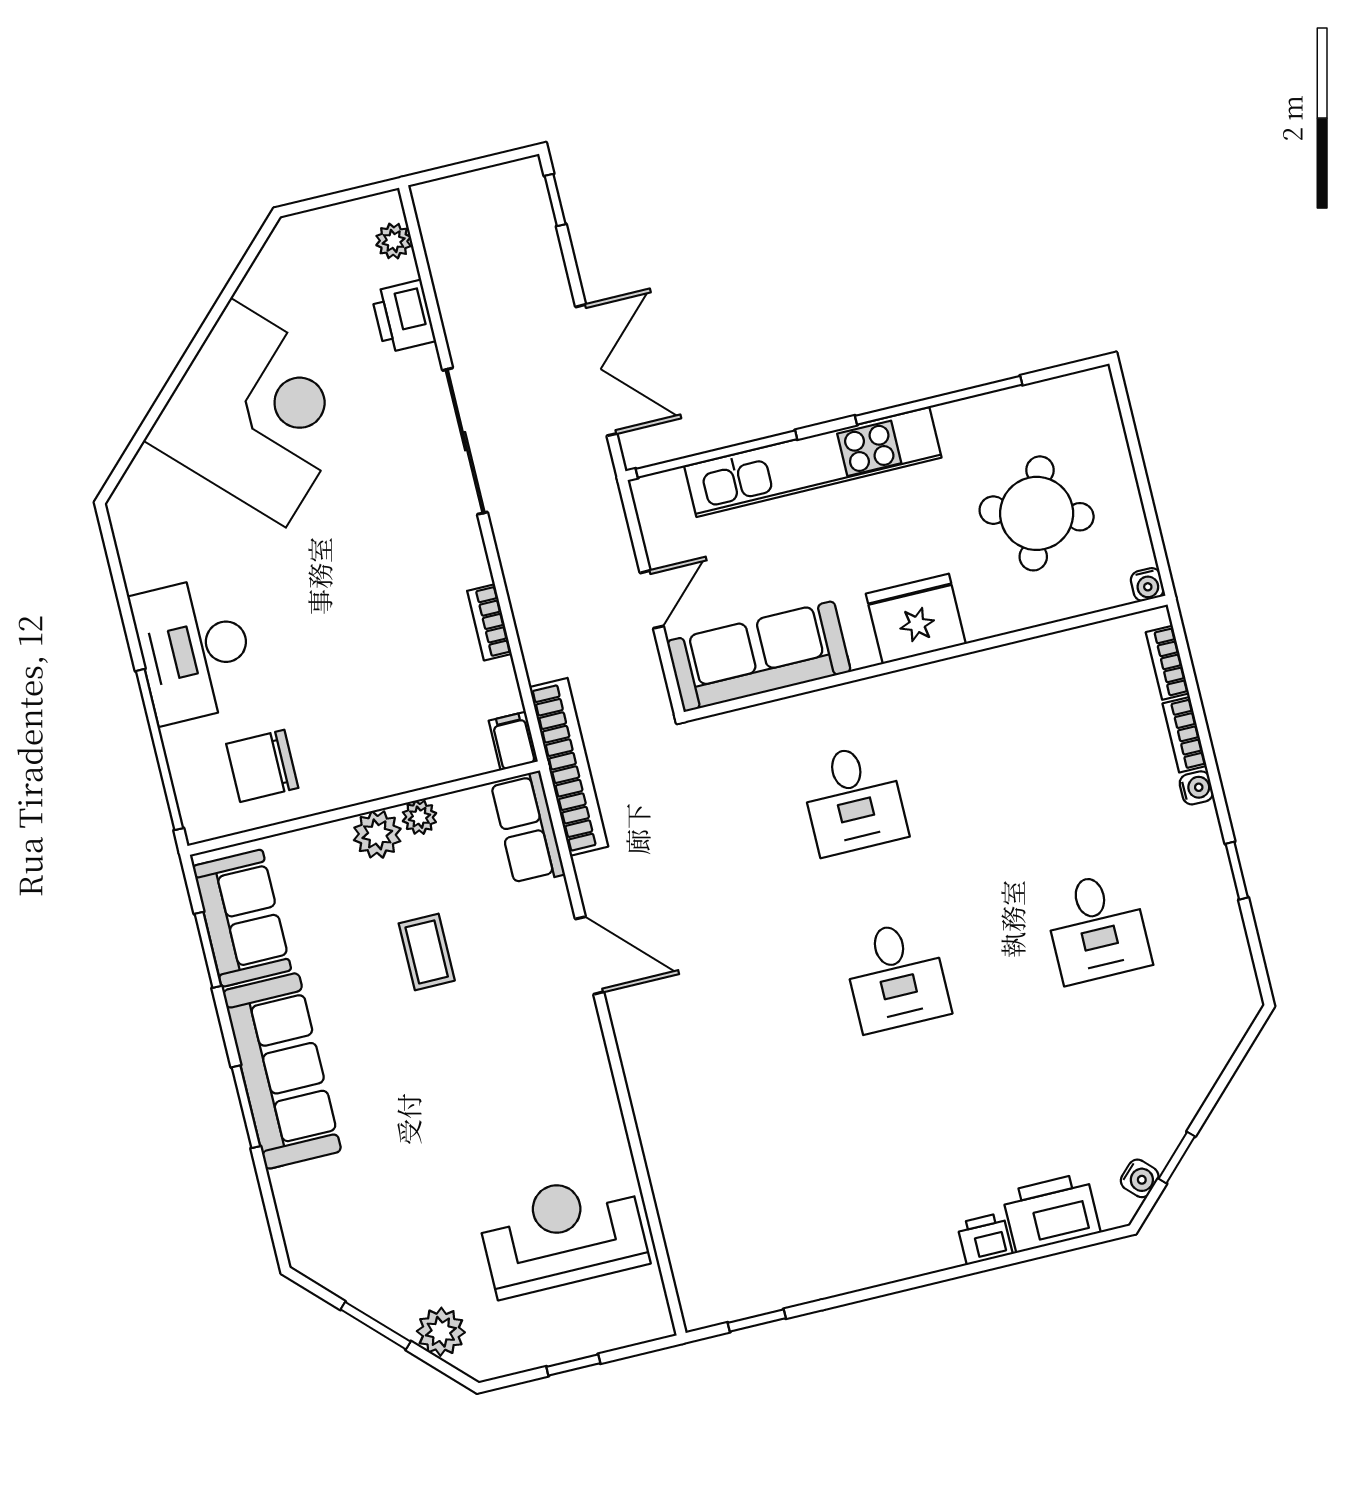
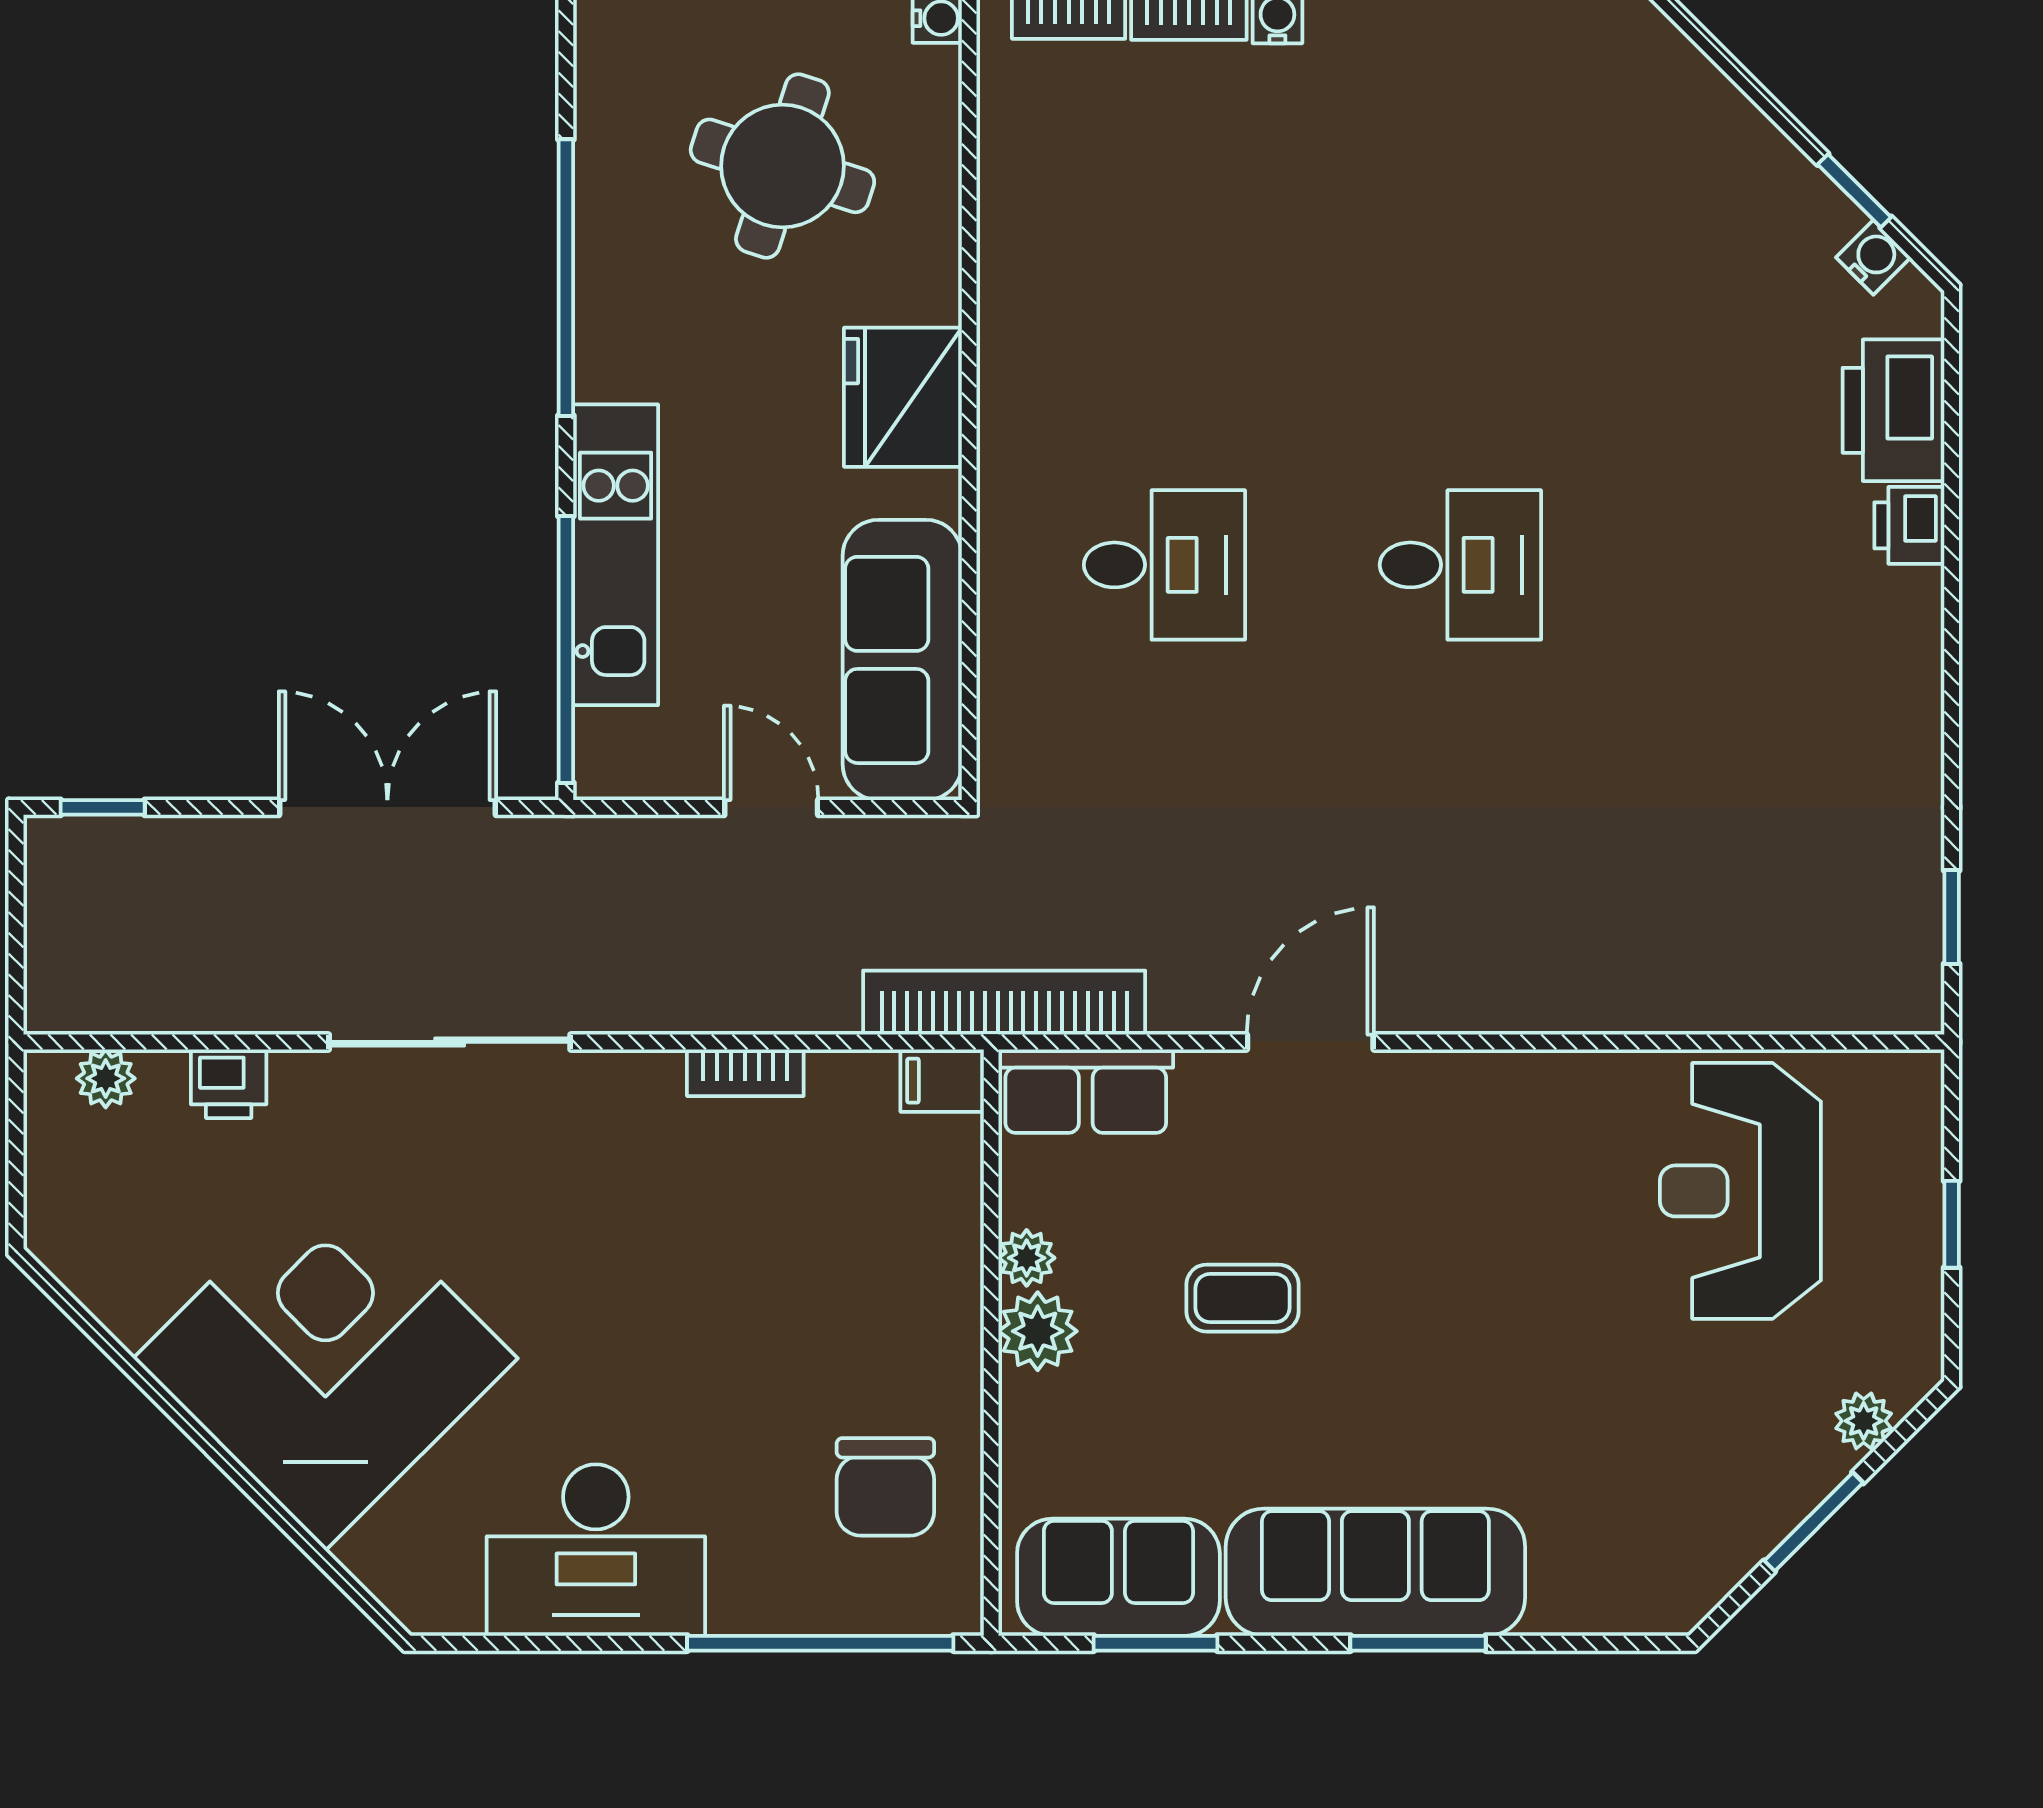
printer: (403, 316) -> (229, 1084), width x0.73, depth x0.81
kitchen unit: (813, 462) -> (616, 555), width x0.73
desk: (194, 649) -> (596, 1550), moved
desk: (1097, 928) -> (1460, 229), removed
plant: (441, 1332) -> (1864, 1421), width x0.73, depth x0.73

